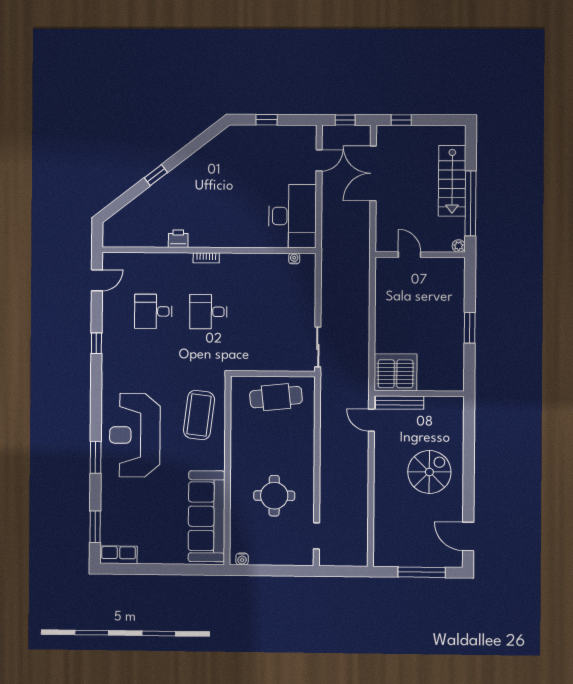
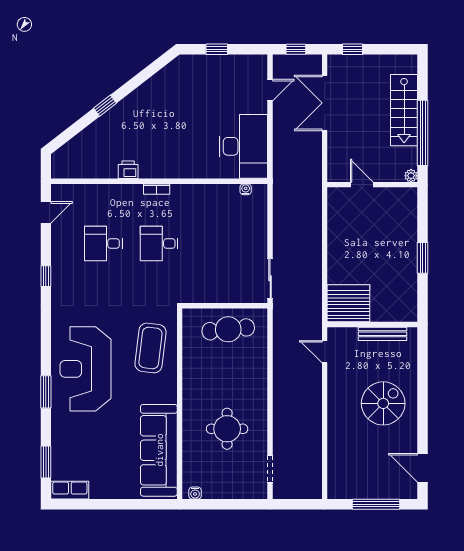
bench: (400, 403) -> (383, 334), moved

